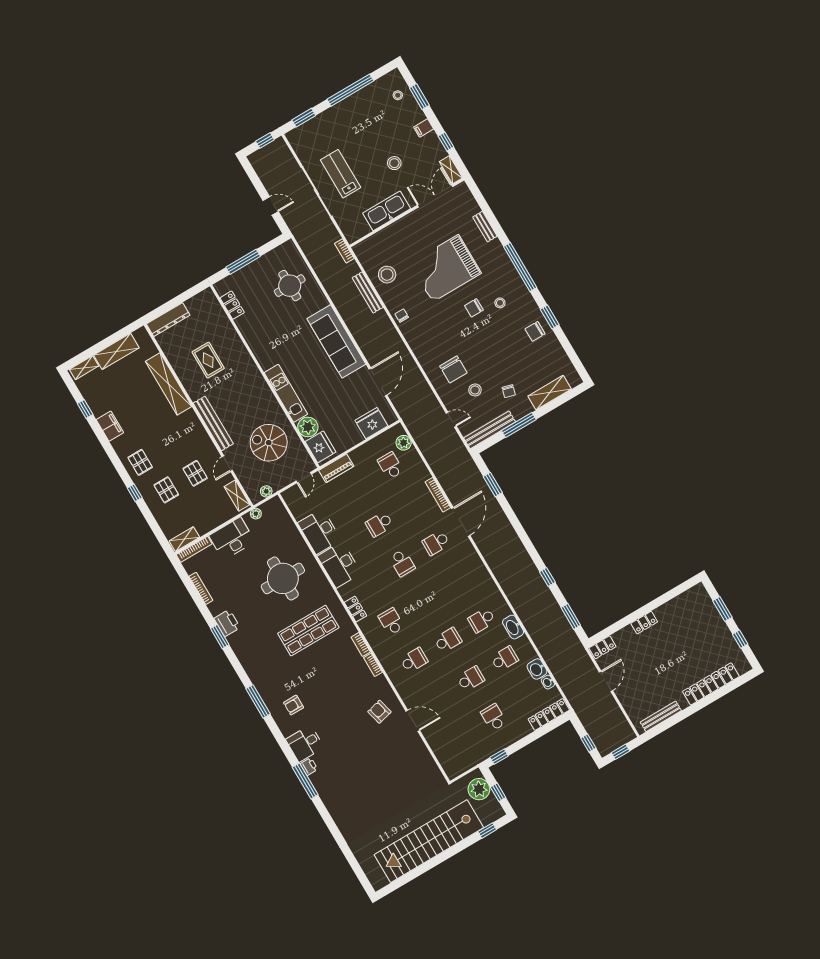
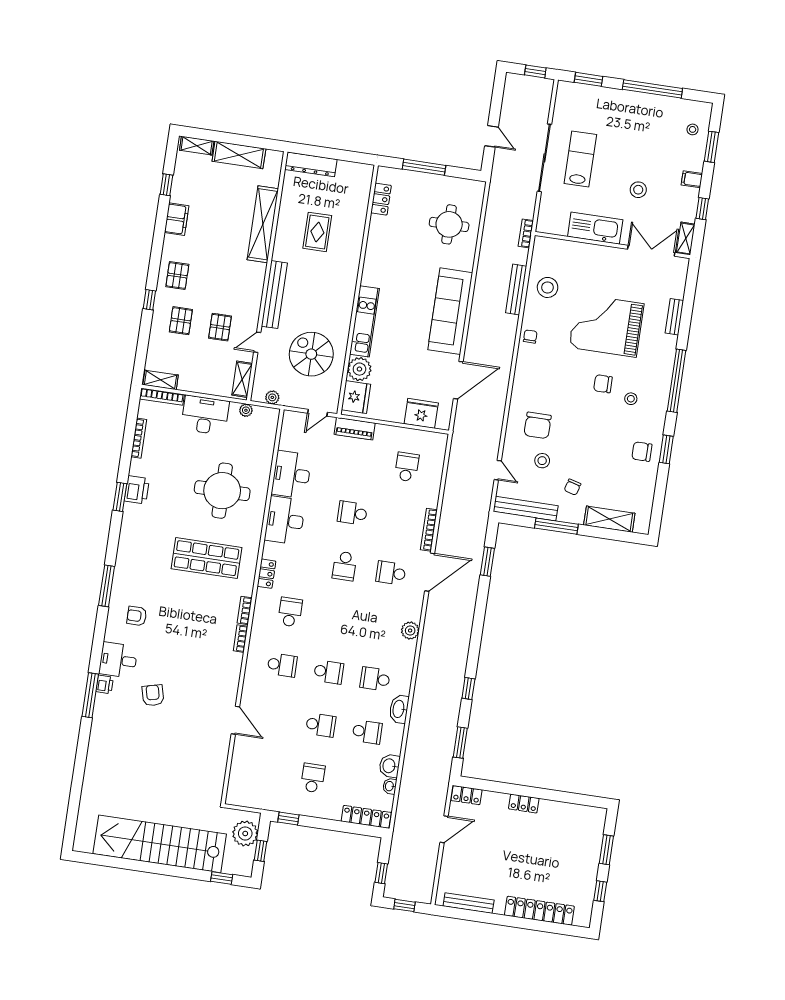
plant: (404, 443) -> (410, 631), moved
armchair: (379, 712) -> (153, 695), moved

